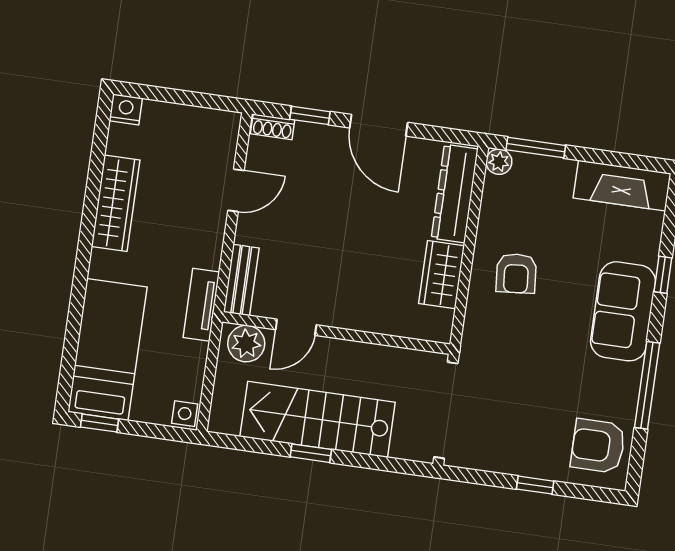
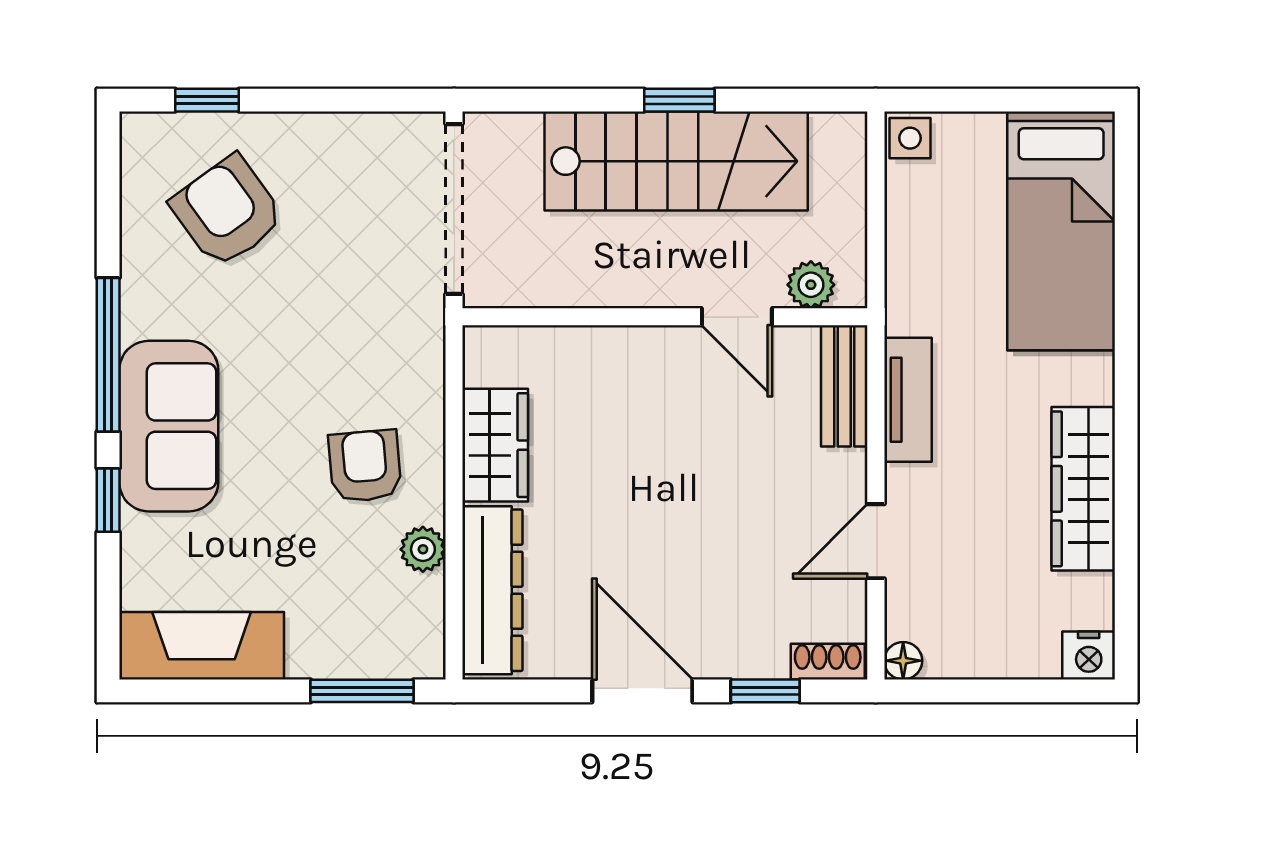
floor lamp: (230, 121) -> (903, 661), added
plant: (499, 162) -> (423, 549), moved
tv unit: (201, 305) -> (908, 400), moved
door: (296, 327) -> (737, 317), swing flipped
plant: (246, 344) -> (811, 285), width x0.73, depth x0.73
window: (647, 385) -> (108, 355), moved
window: (99, 423) -> (1057, 100), removed
armchair: (598, 446) -> (227, 211), moved, turned -126
window: (535, 485) -> (207, 100), moved

